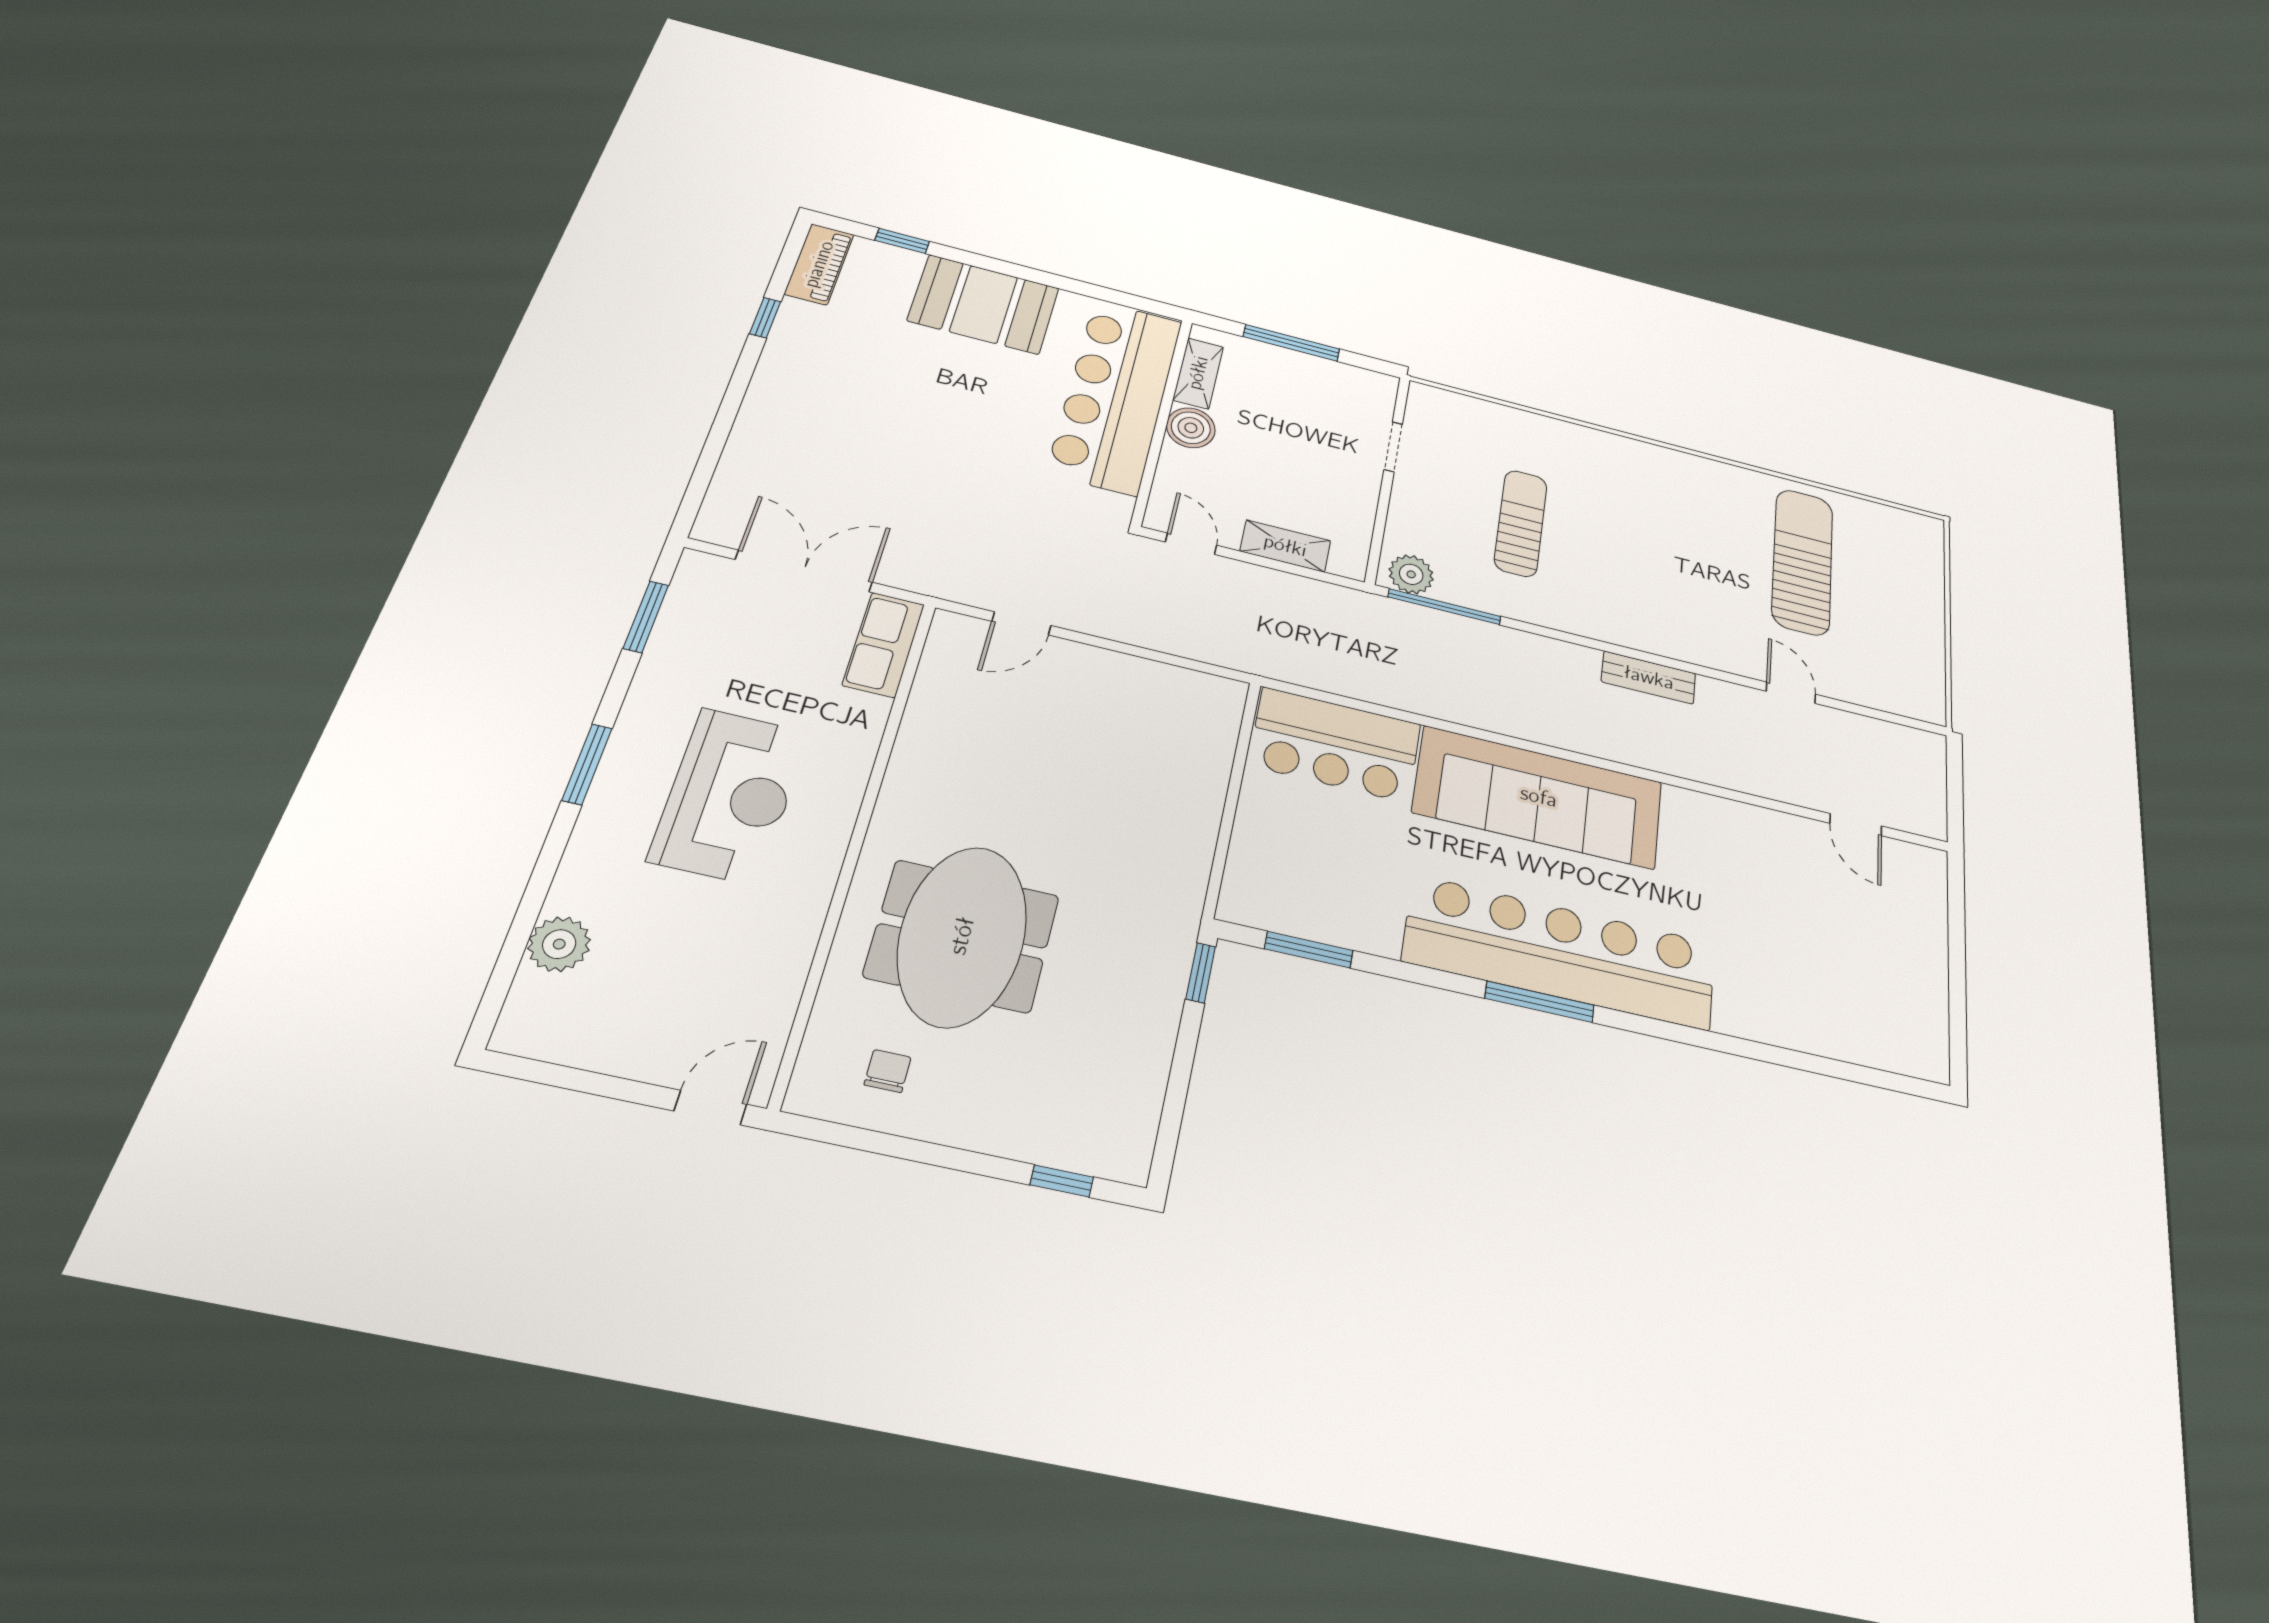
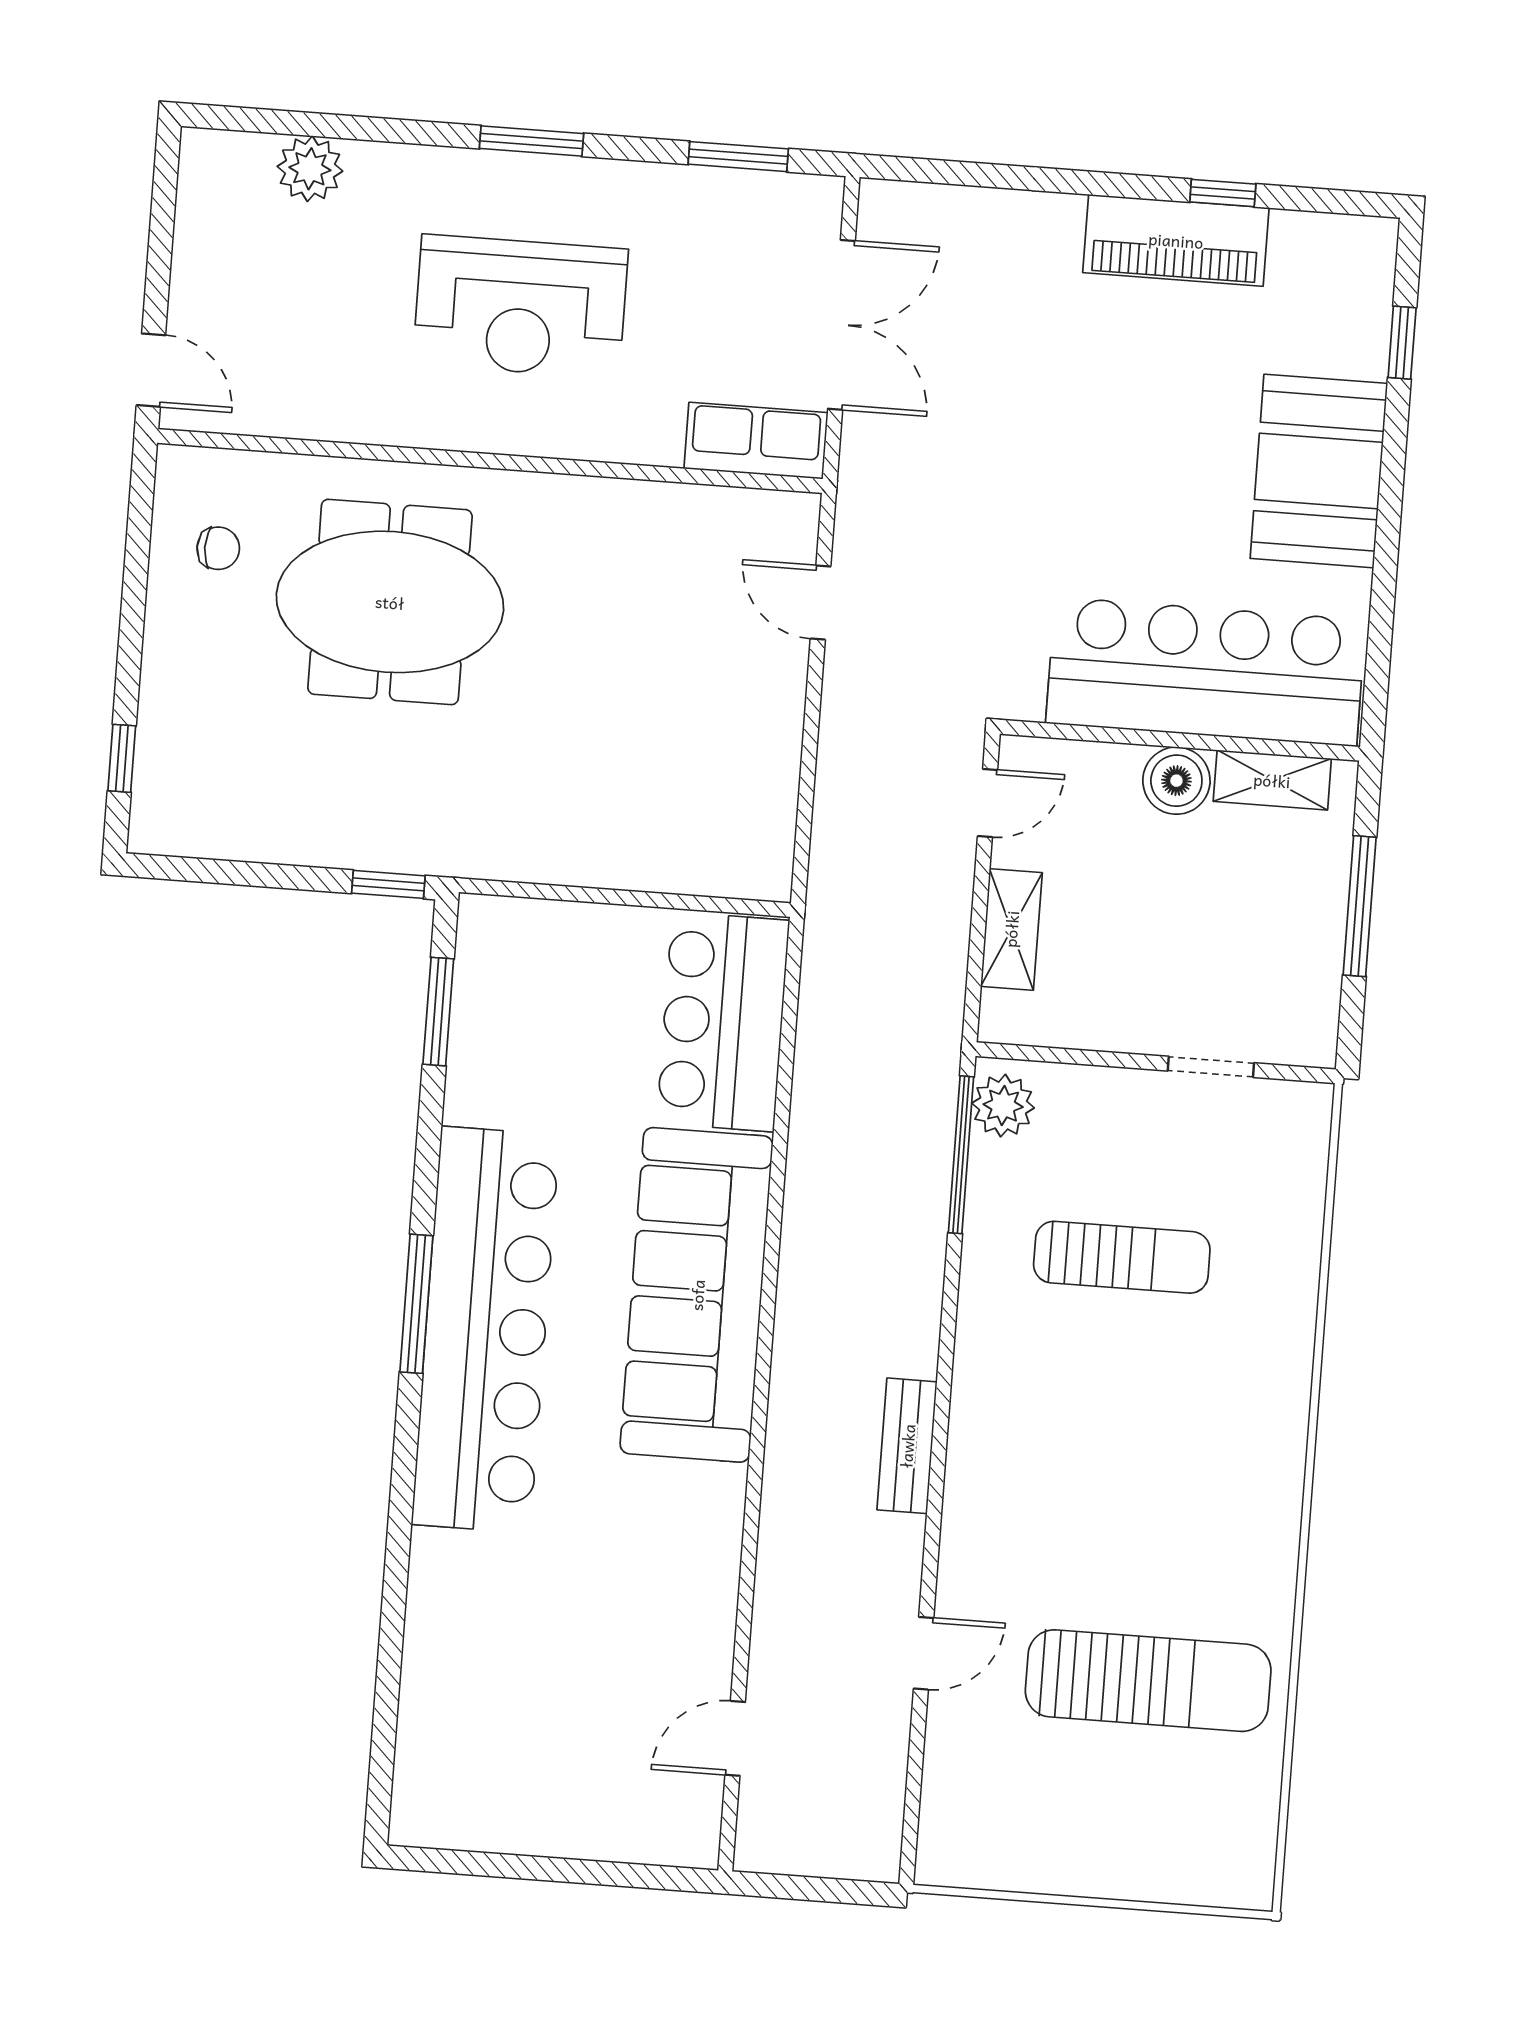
piano: (819, 264) -> (1176, 240), moved, width x1.37, depth x1.33

